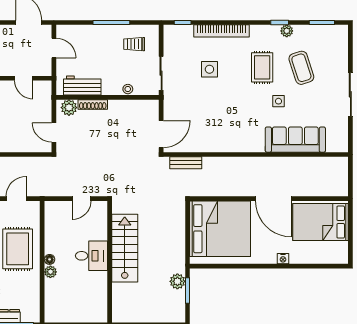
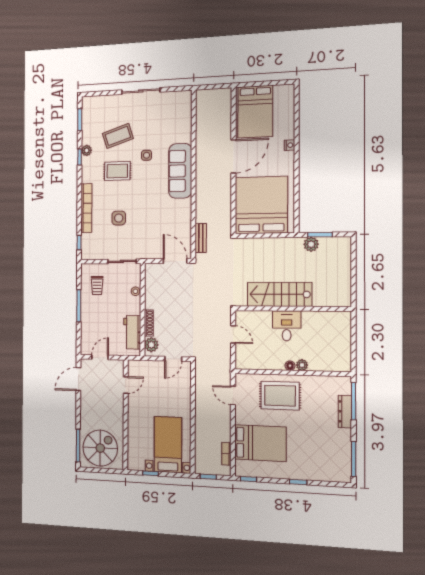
sofa: (295, 140) -> (180, 171), moved

